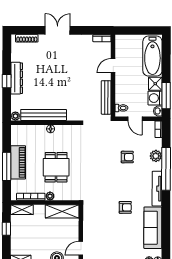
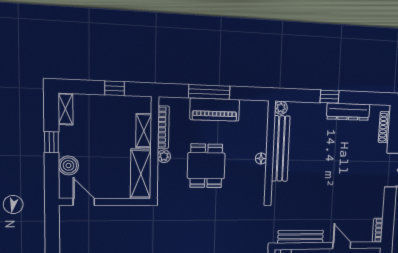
dresser: (17, 78) -> (348, 112), moved
dining table: (56, 167) -> (206, 166), turned 90
shelving: (22, 210) -> (144, 131), moved

